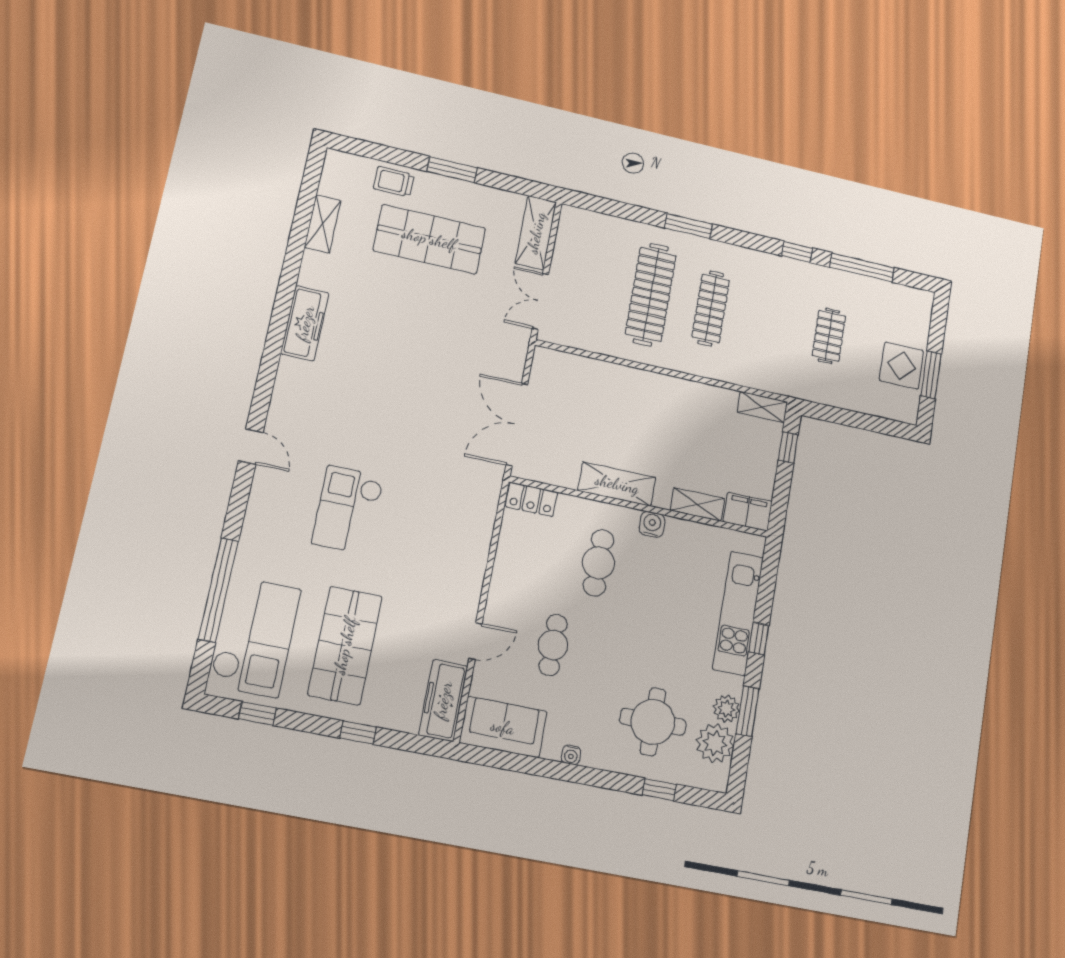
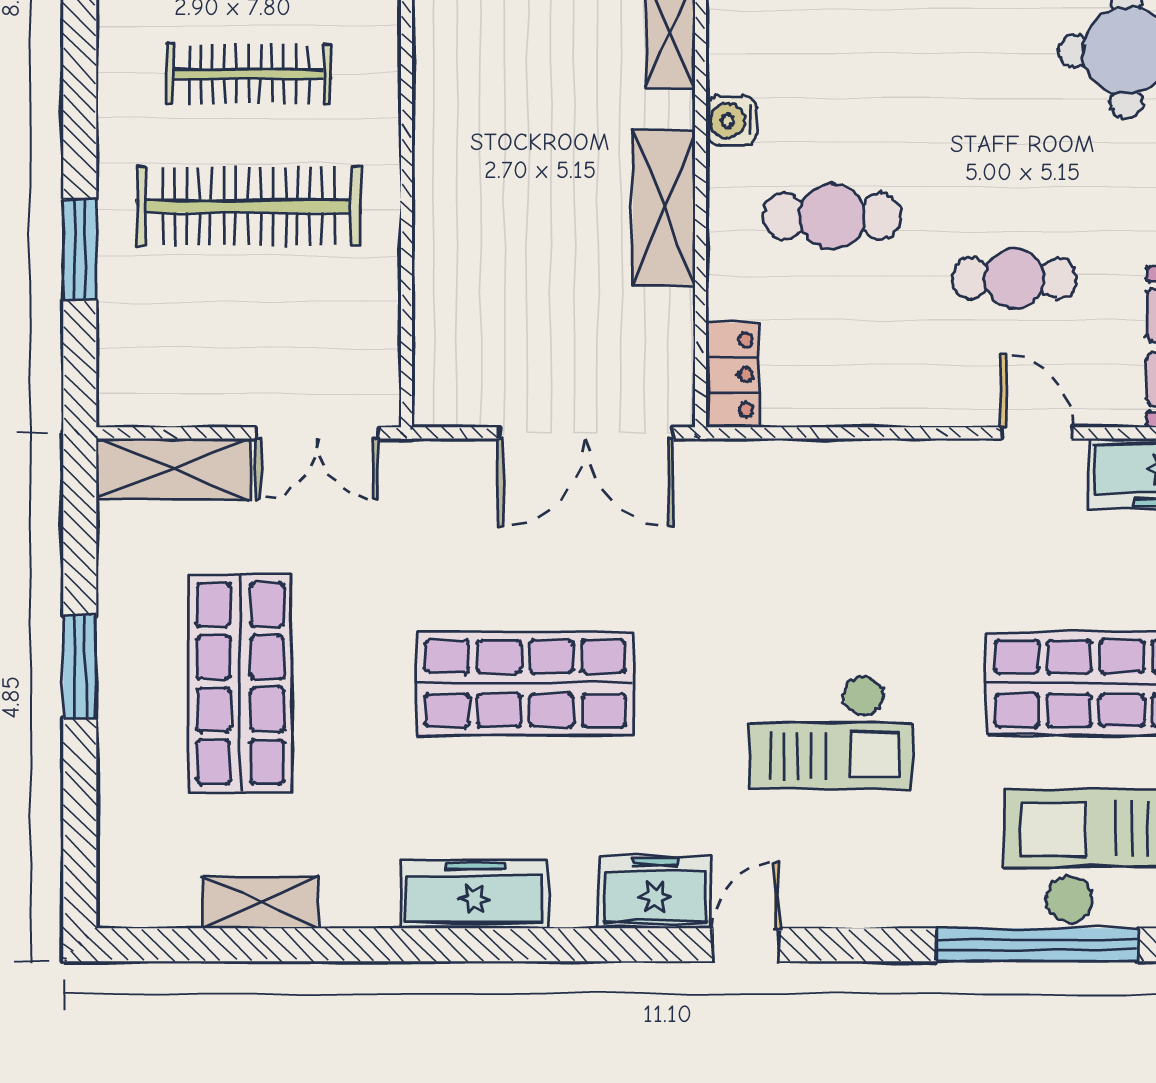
trolley: (394, 182) -> (135, 779), removed
window: (688, 226) -> (80, 250), moved
shop shelf: (402, 370) -> (525, 683), added
freezer: (287, 409) -> (655, 892), added

